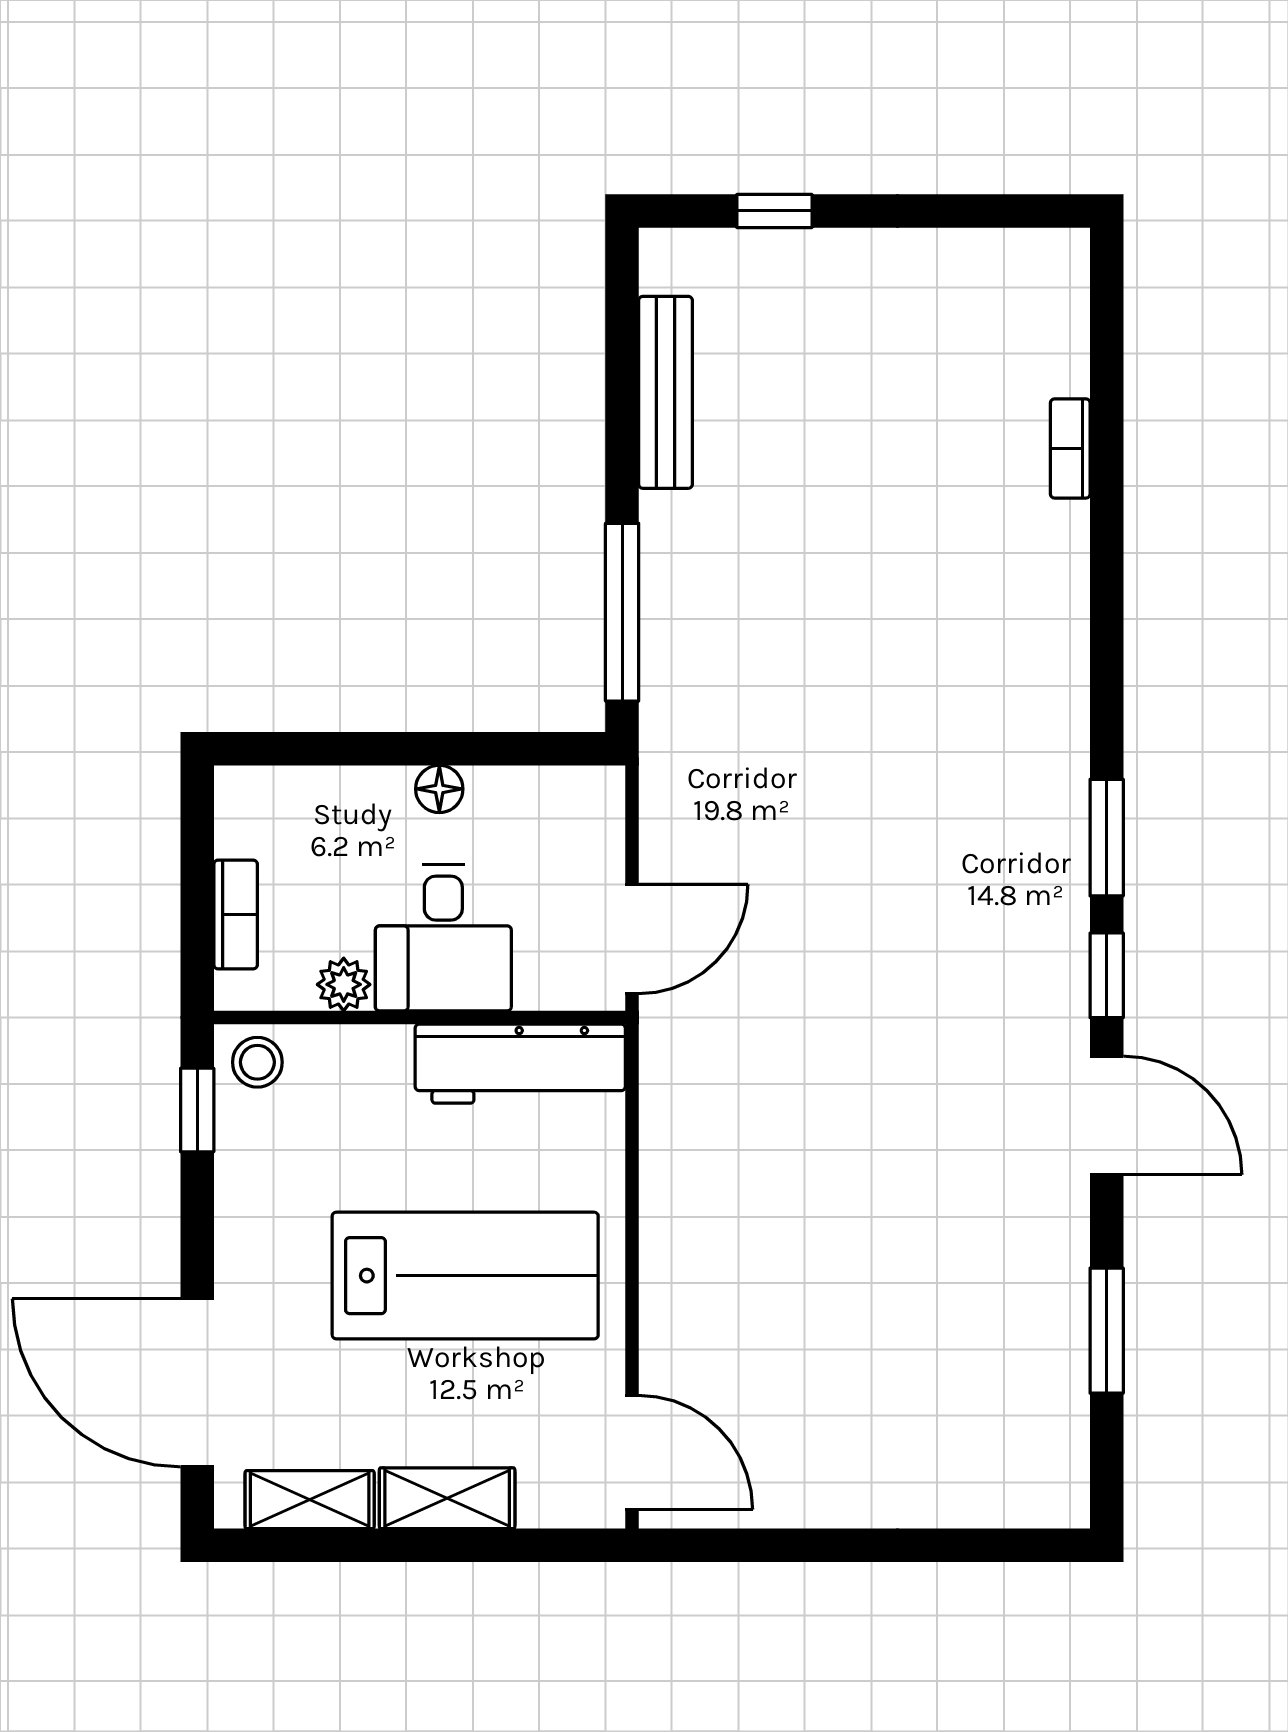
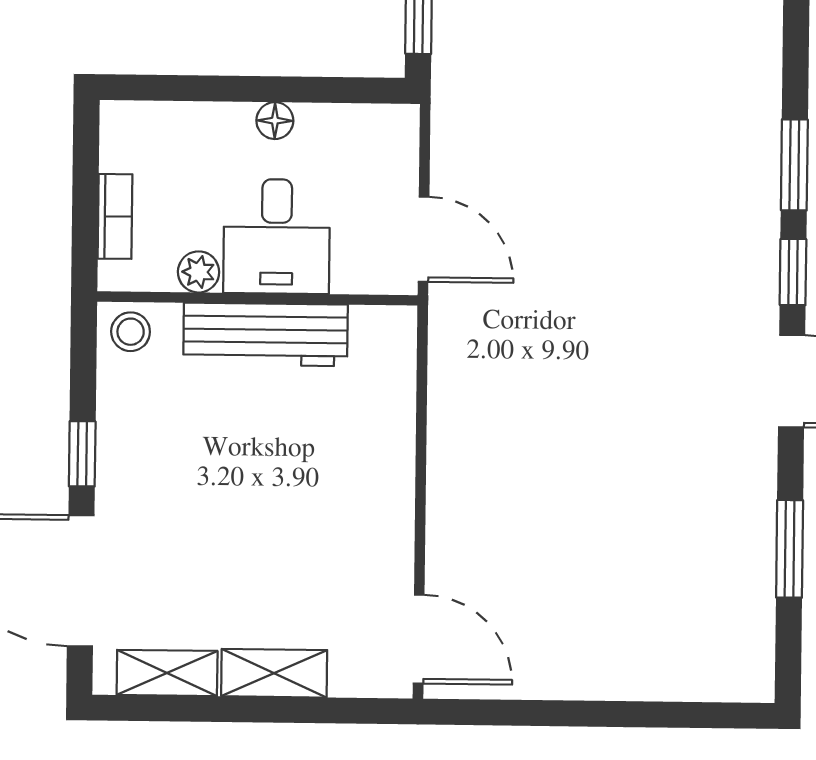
door: (632, 939) -> (424, 239), hinge flipped
workbench: (520, 1064) -> (266, 334), moved
window: (197, 1110) -> (82, 454), moved
lab bench: (465, 1276) -> (290, 500), removed

